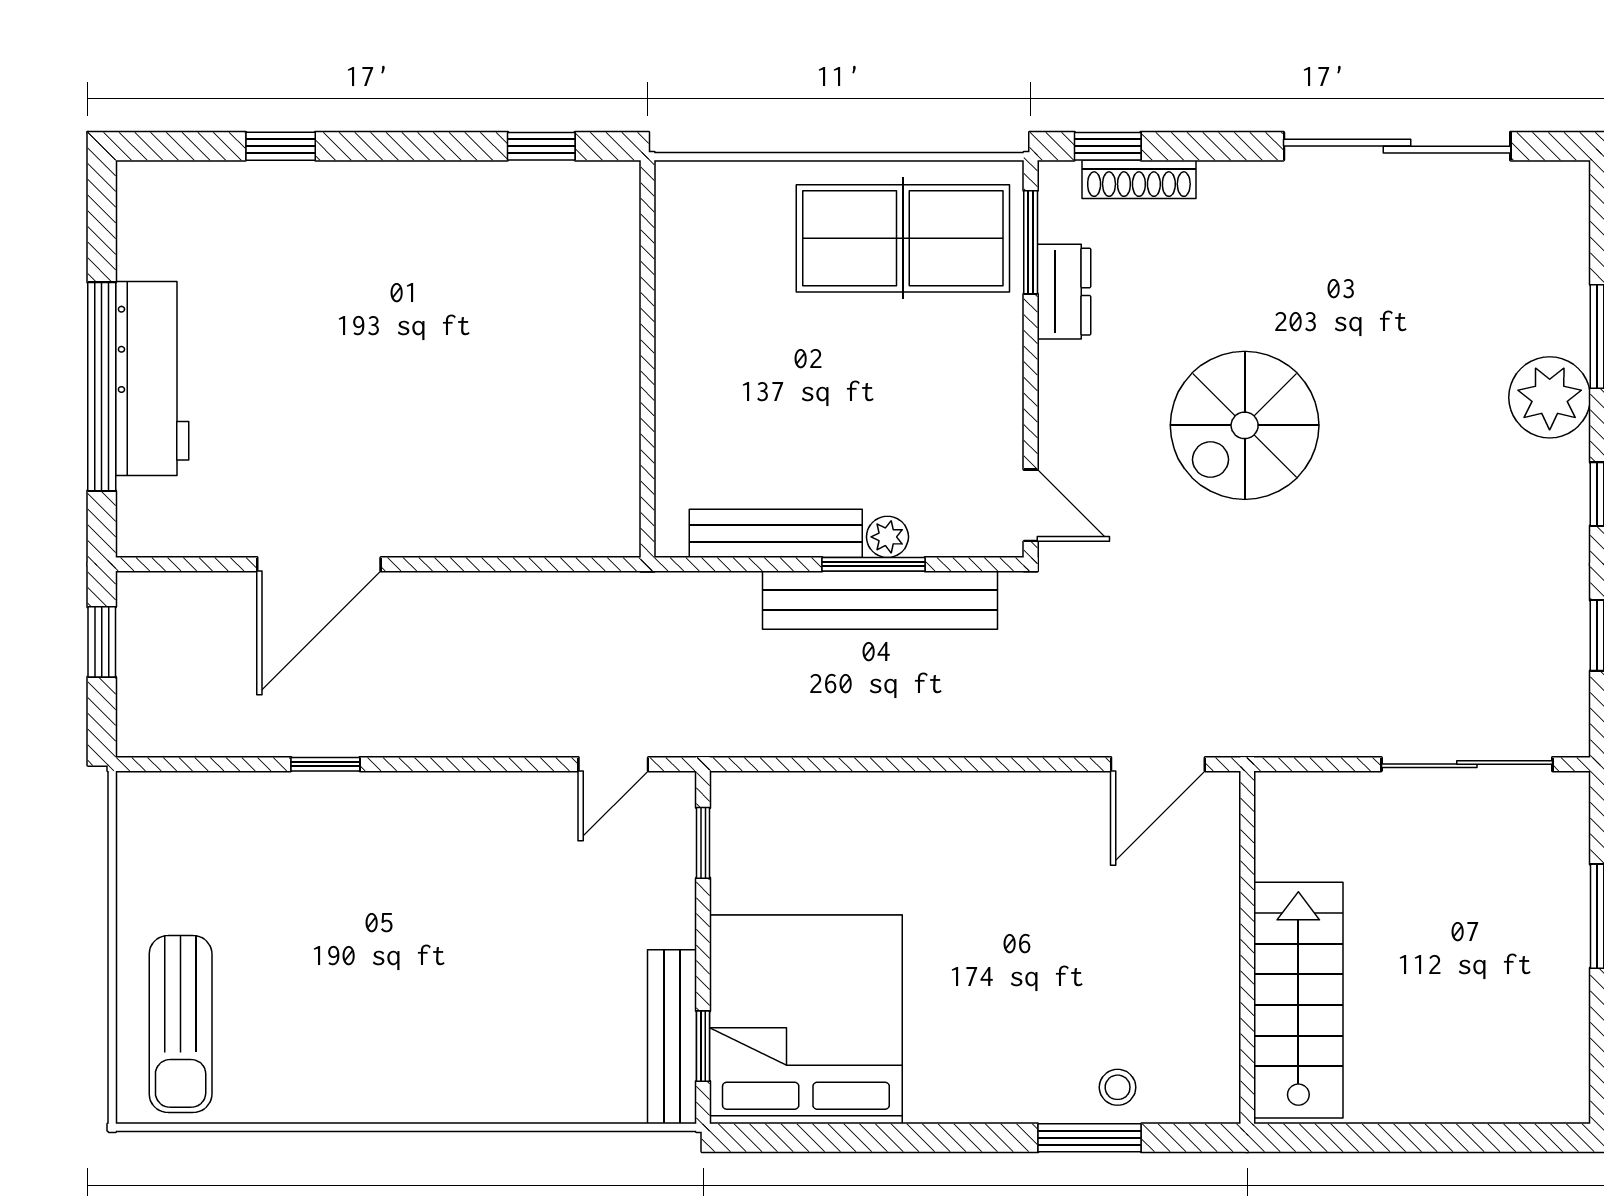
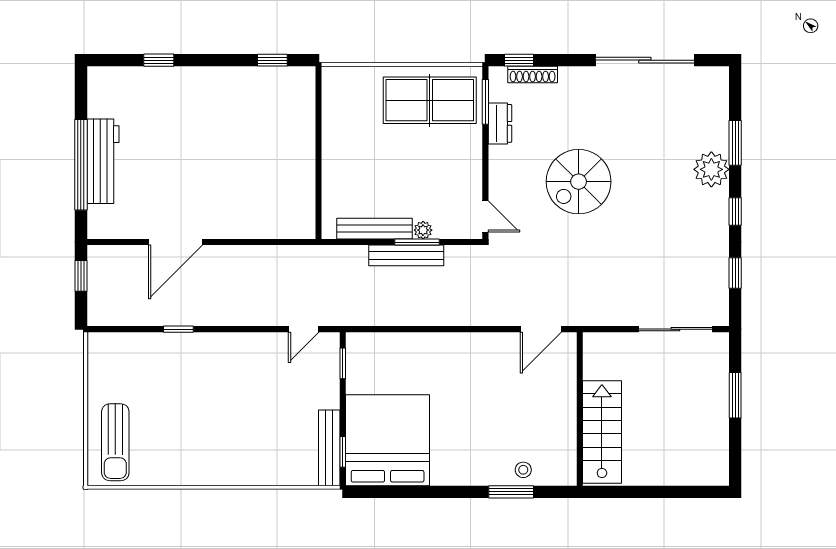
bench: (880, 600) -> (406, 255), width x0.73, depth x0.82

